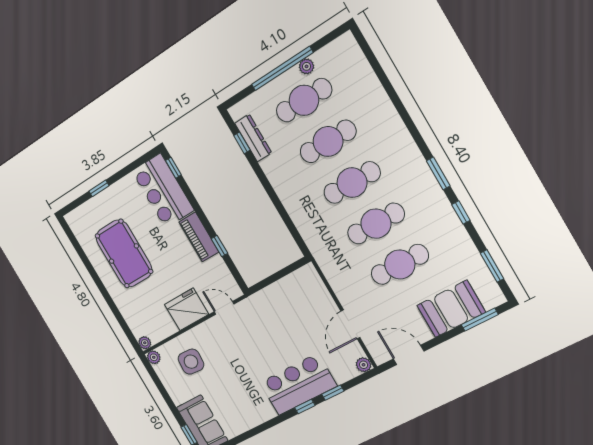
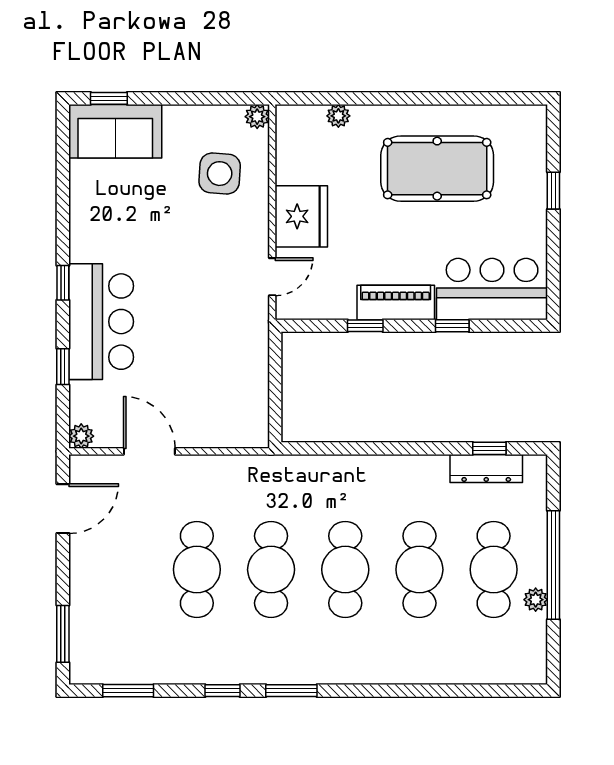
window: (173, 168) -> (452, 326), moved
booth: (451, 309) -> (98, 604), removed
plant: (145, 343) -> (338, 116), moved
window: (305, 406) -> (63, 283), moved

